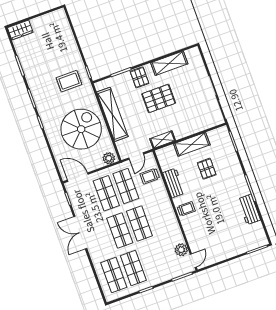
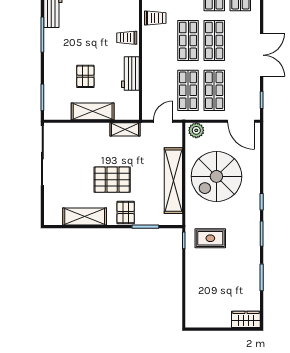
trolley: (150, 176) -> (155, 18), moved

